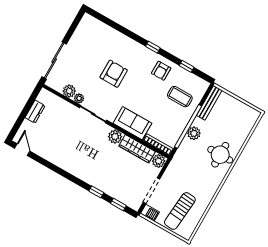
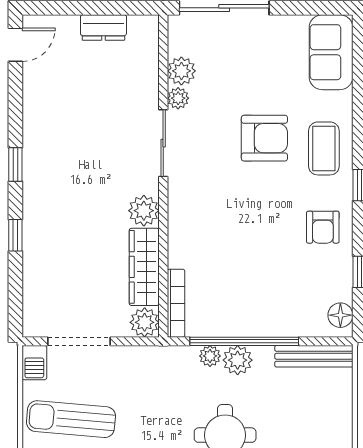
armchair: (161, 71) -> (323, 227), turned -90
floor lamp: (199, 83) -> (340, 315), added
coffee table: (180, 97) -> (324, 148), moved
sofa: (132, 123) -> (331, 52), moved, turned 180
plant: (186, 143) -> (210, 356), added
window: (118, 204) -> (15, 165), moved

